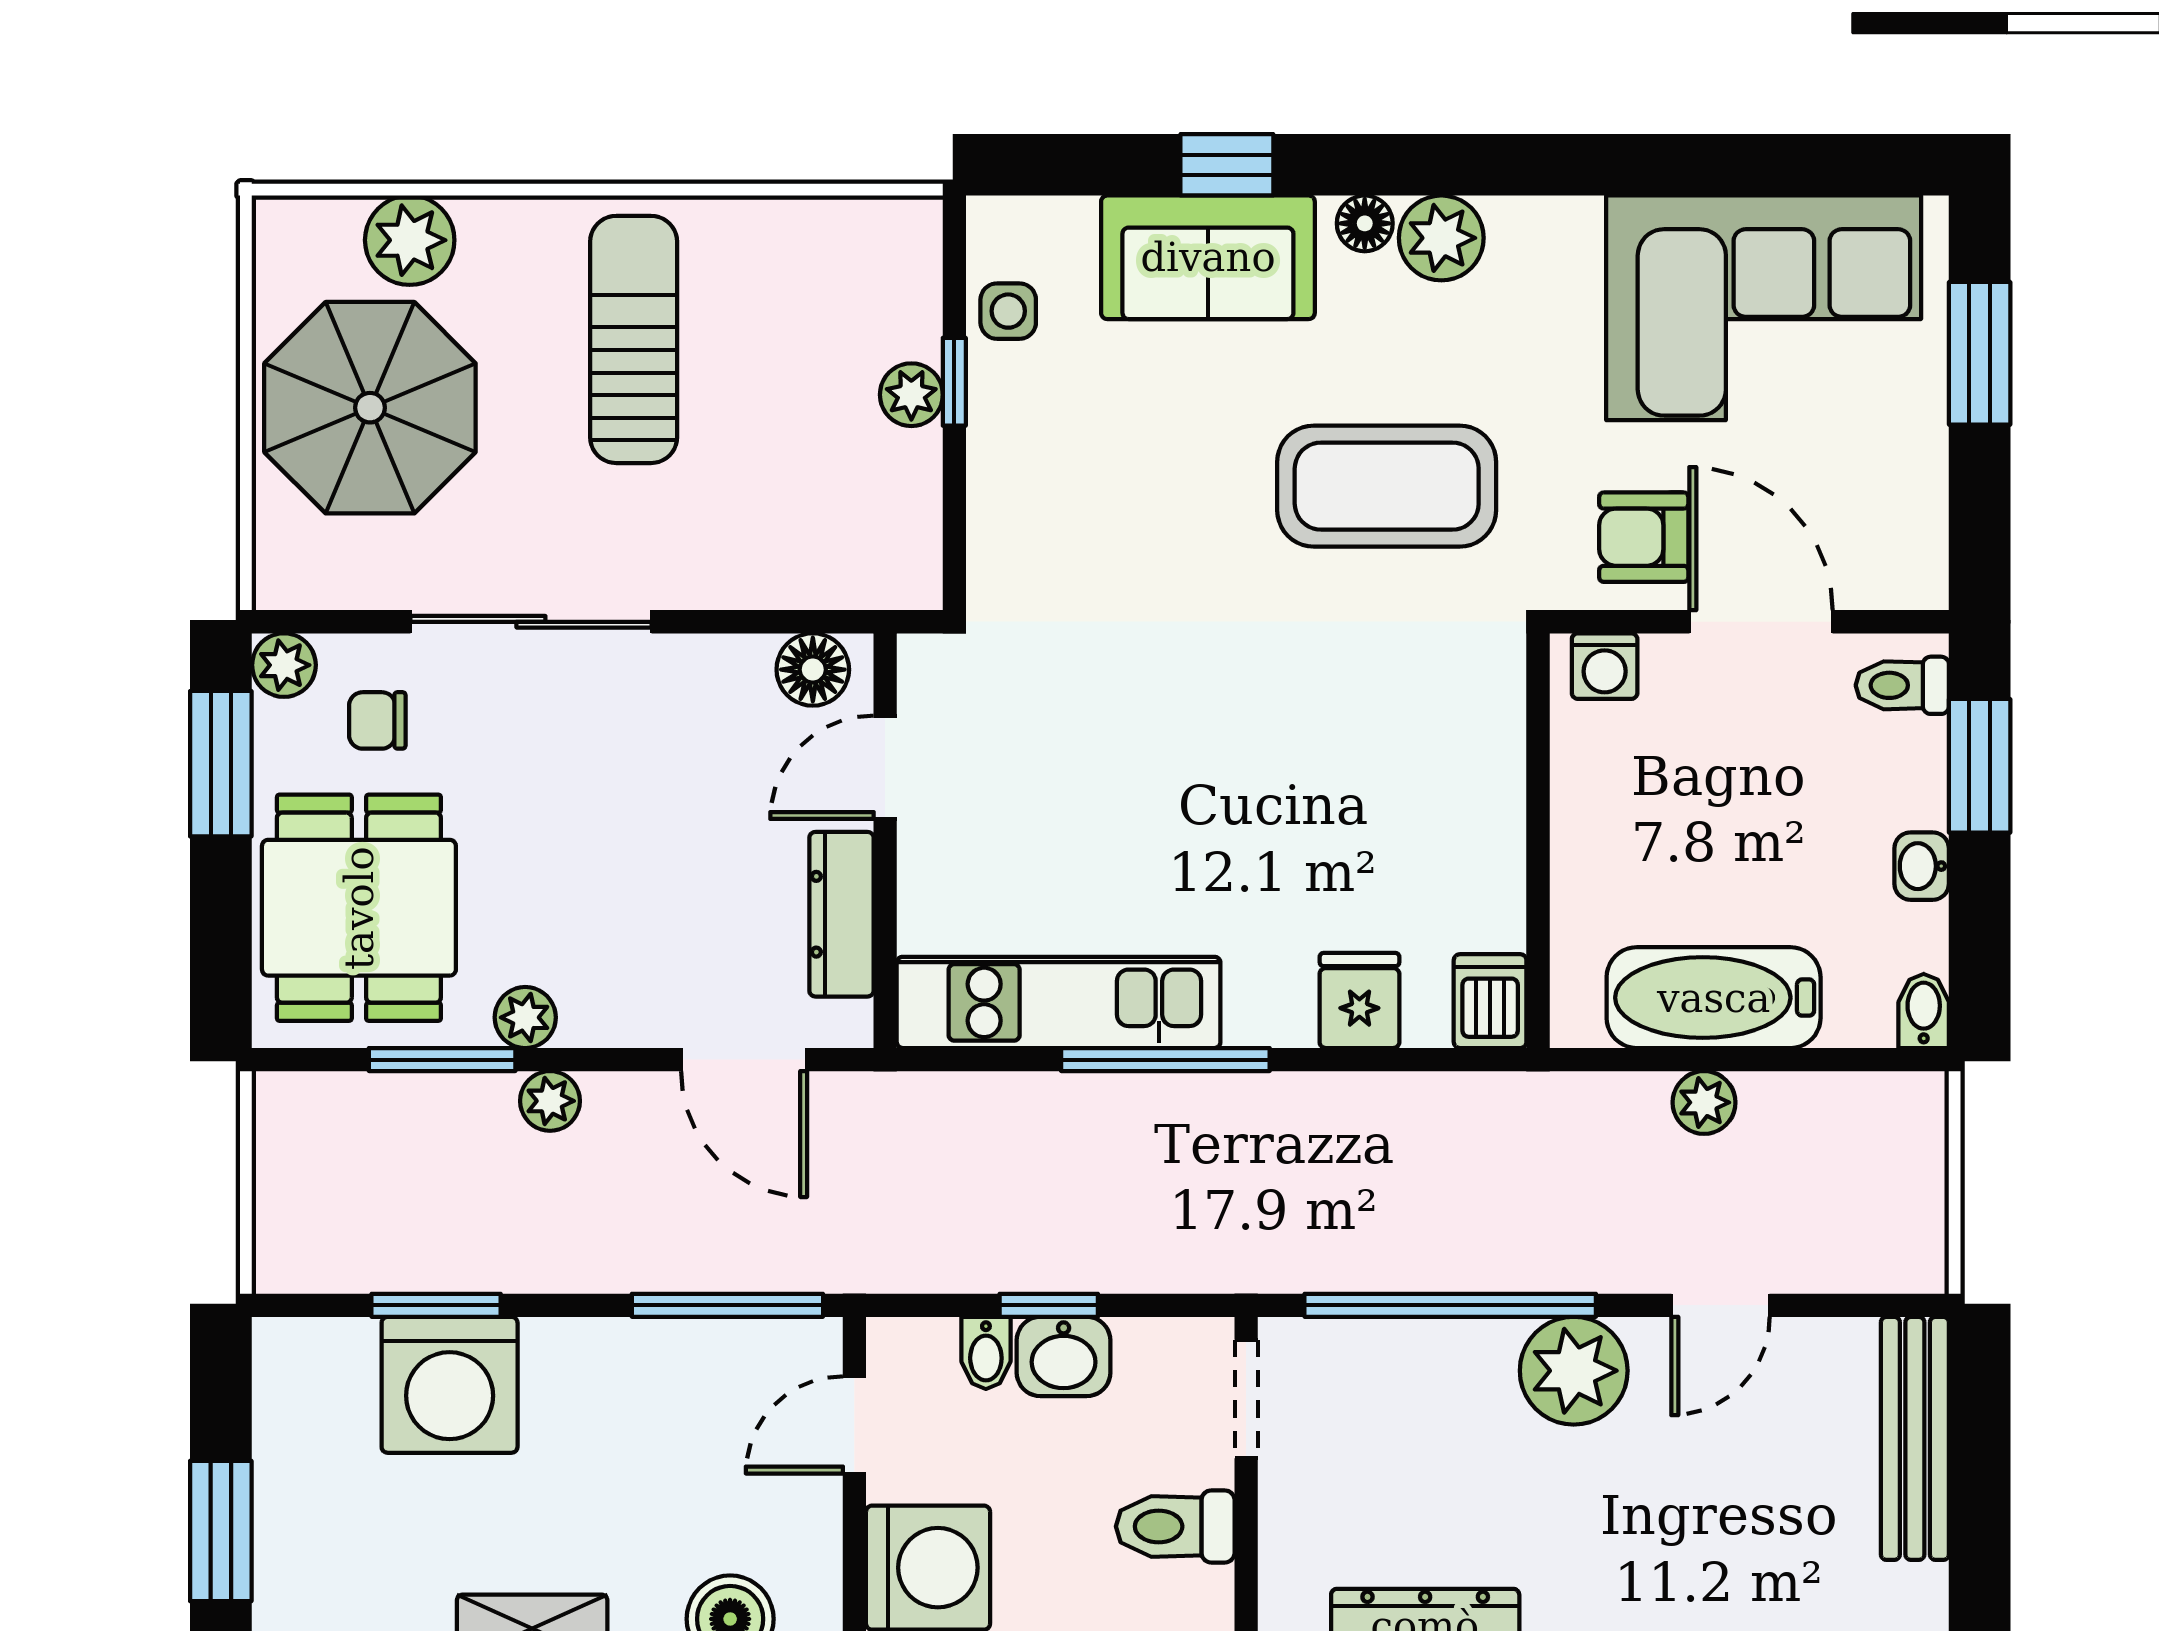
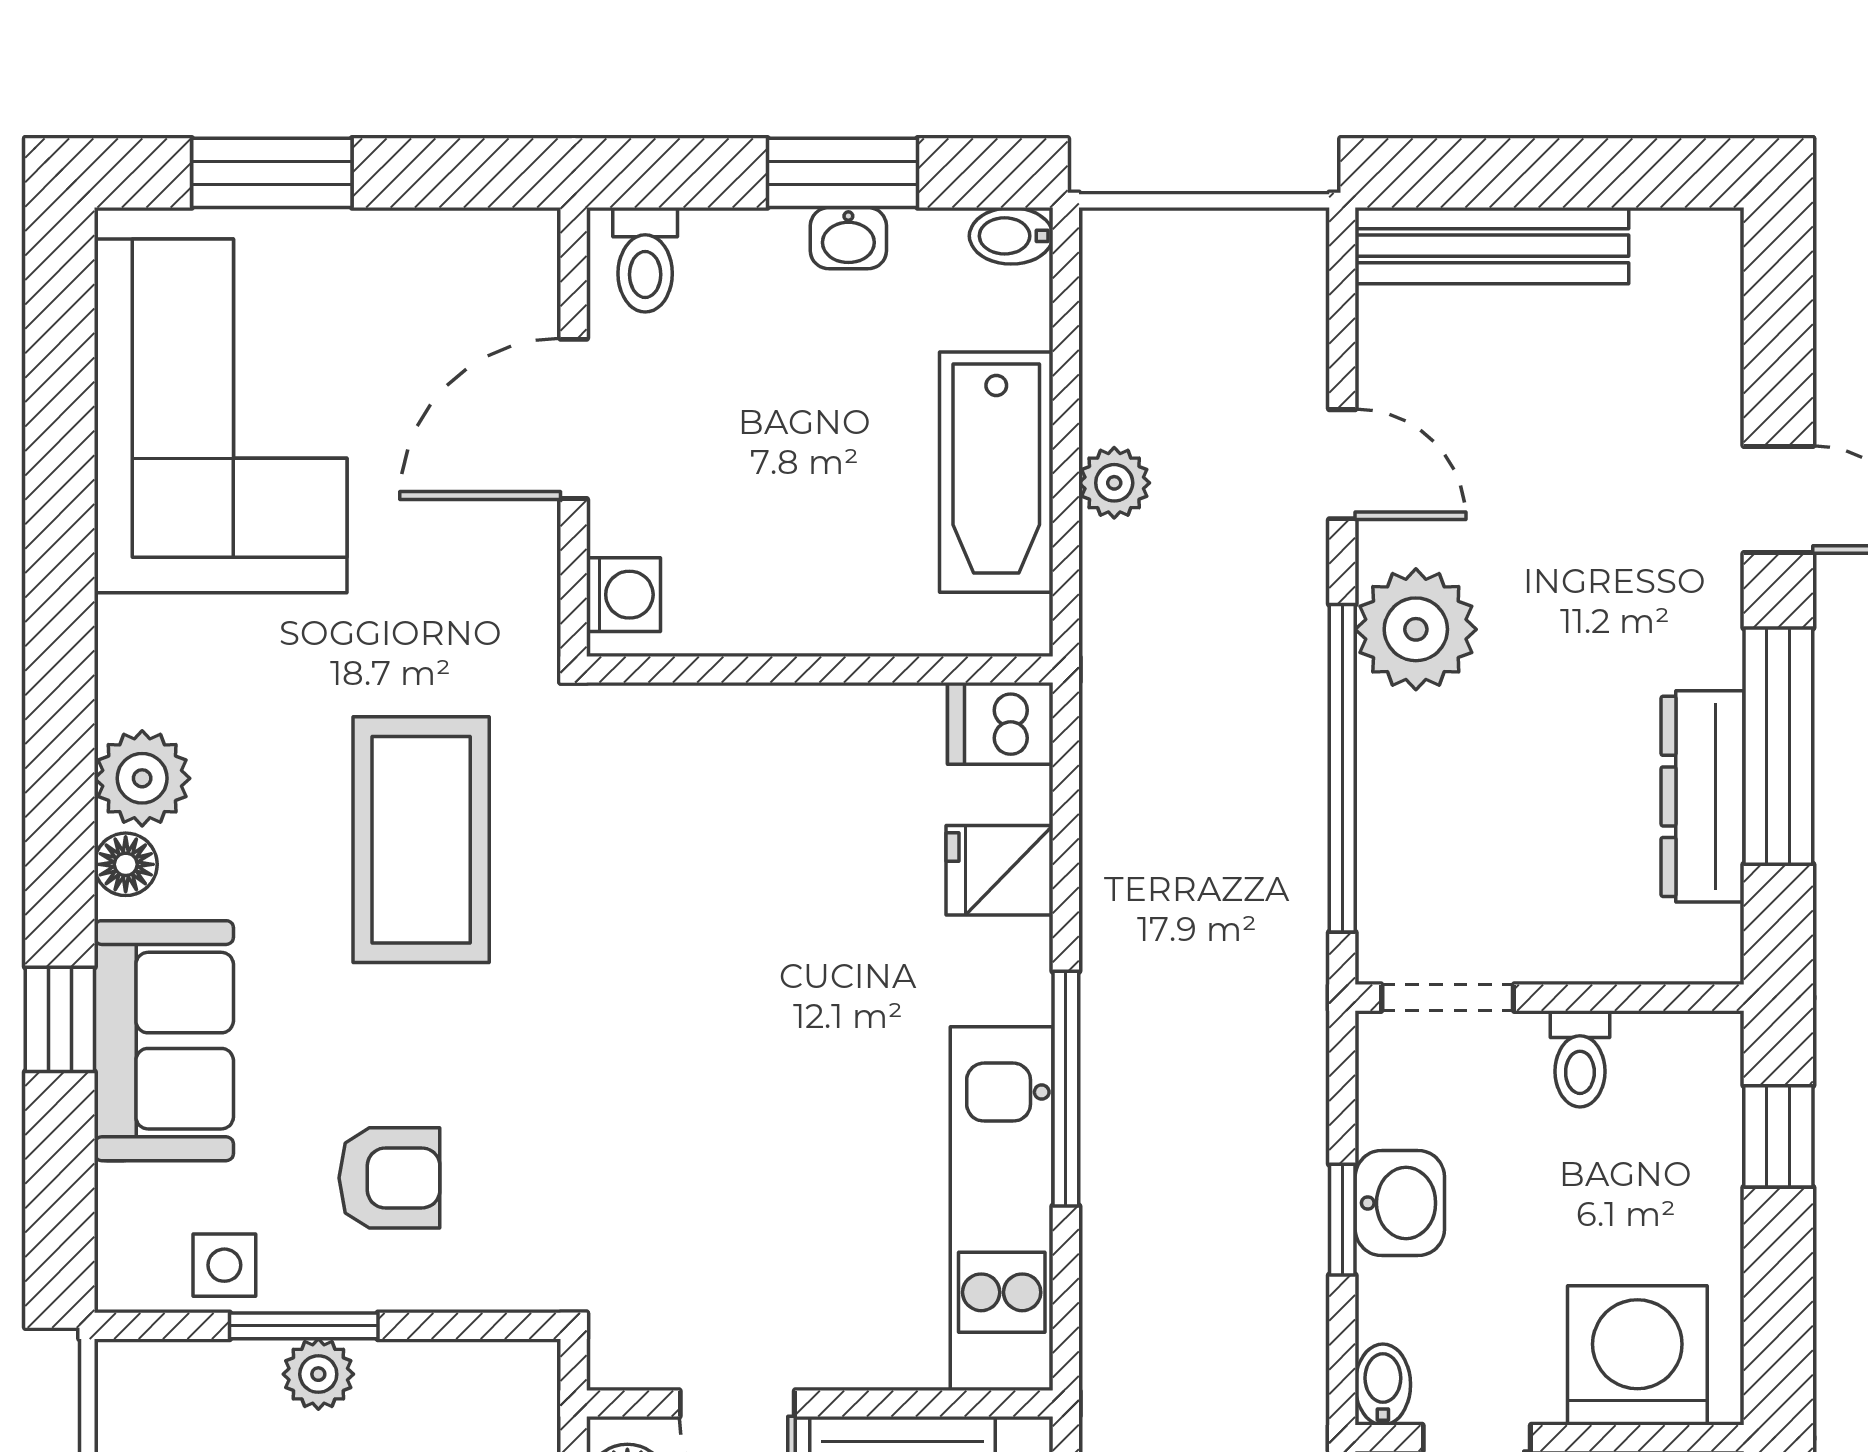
window: (954, 382) -> (304, 1326), width x1.50
armchair: (1644, 537) -> (389, 1178), moved, turned -90
window: (1980, 766) -> (842, 173), moved
bidet: (986, 1353) -> (1383, 1385), moved, turned -90
toilet: (1175, 1526) -> (1580, 1059), width x0.73, depth x0.72

